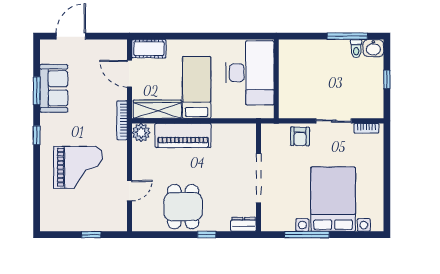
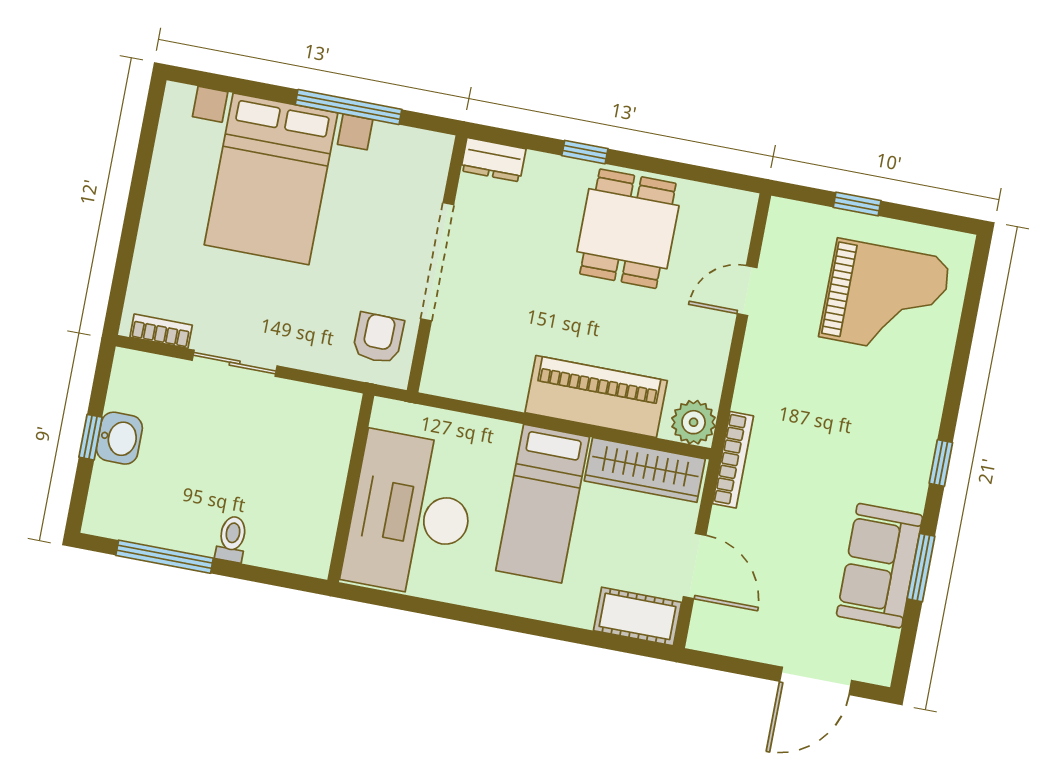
washbasin: (373, 48) -> (119, 438), moved, turned 90
toilet: (356, 49) -> (232, 539), moved
armchair: (300, 136) -> (378, 338), moved
grand piano: (78, 167) -> (885, 298), moved, turned 180

